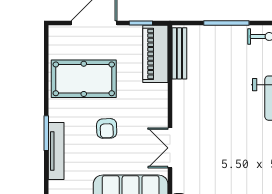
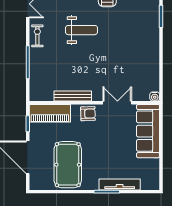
bench: (179, 53) -> (73, 96), moved
armchair: (107, 128) -> (88, 114), moved
double door: (170, 148) -> (117, 103), swing flipped

